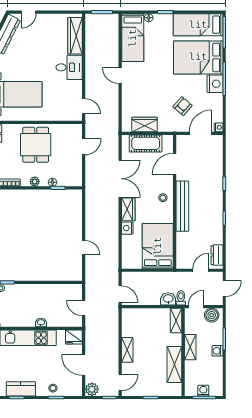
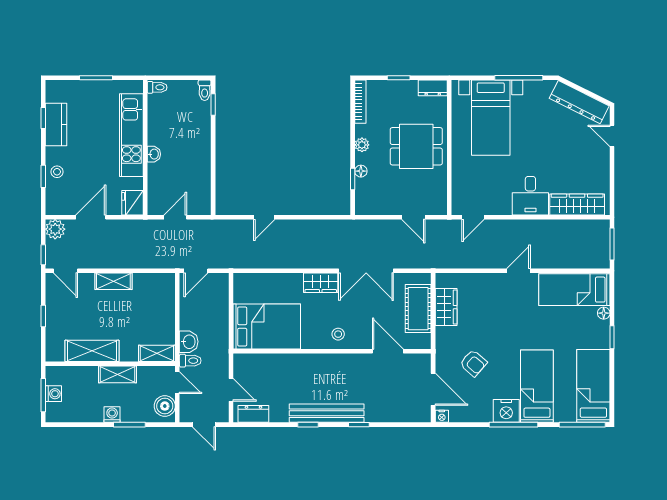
bed: (198, 57) -> (537, 386), width x0.67
bench: (182, 206) -> (327, 413), moved
nightstand: (127, 228) -> (293, 281), removed

